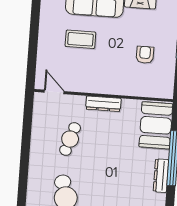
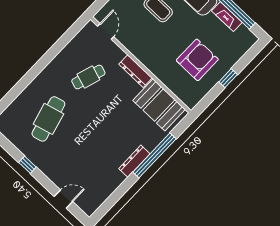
armchair: (145, 55) -> (197, 60), width x1.88, depth x1.88
booth: (156, 125) -> (159, 105), moved, turned 90

